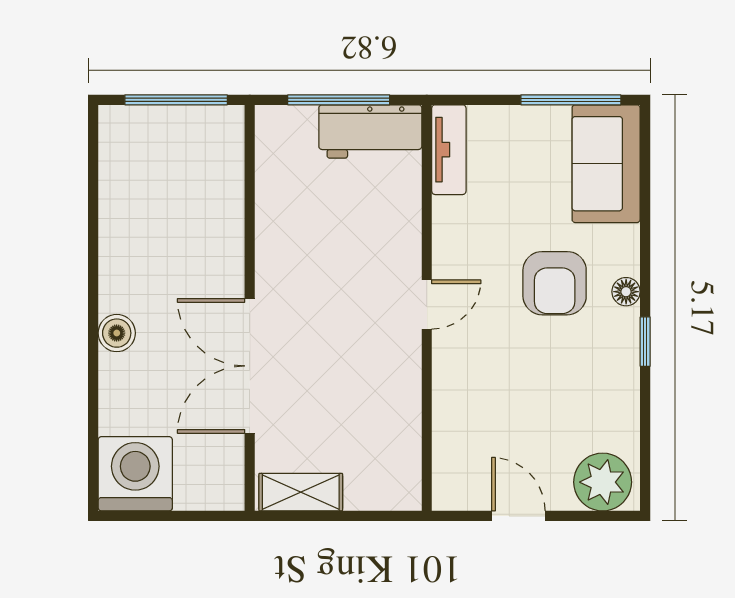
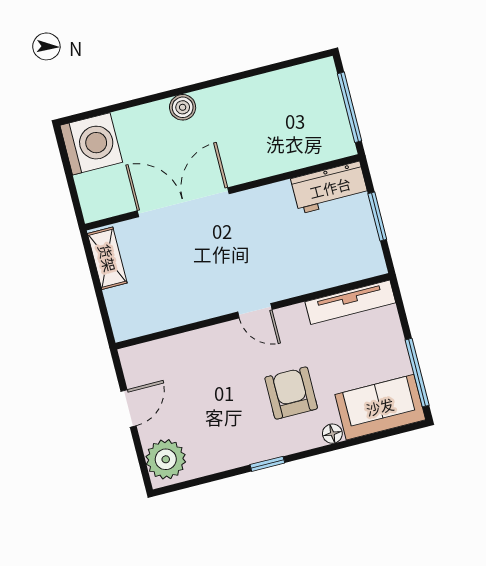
window: (339, 100) -> (377, 217), width x0.69
workbench: (370, 131) -> (330, 188), moved, turned -90
tv unit: (449, 150) -> (350, 302), width x1.41
armchair: (555, 283) -> (291, 393), turned 90
floor lamp: (626, 292) -> (332, 434), moved

